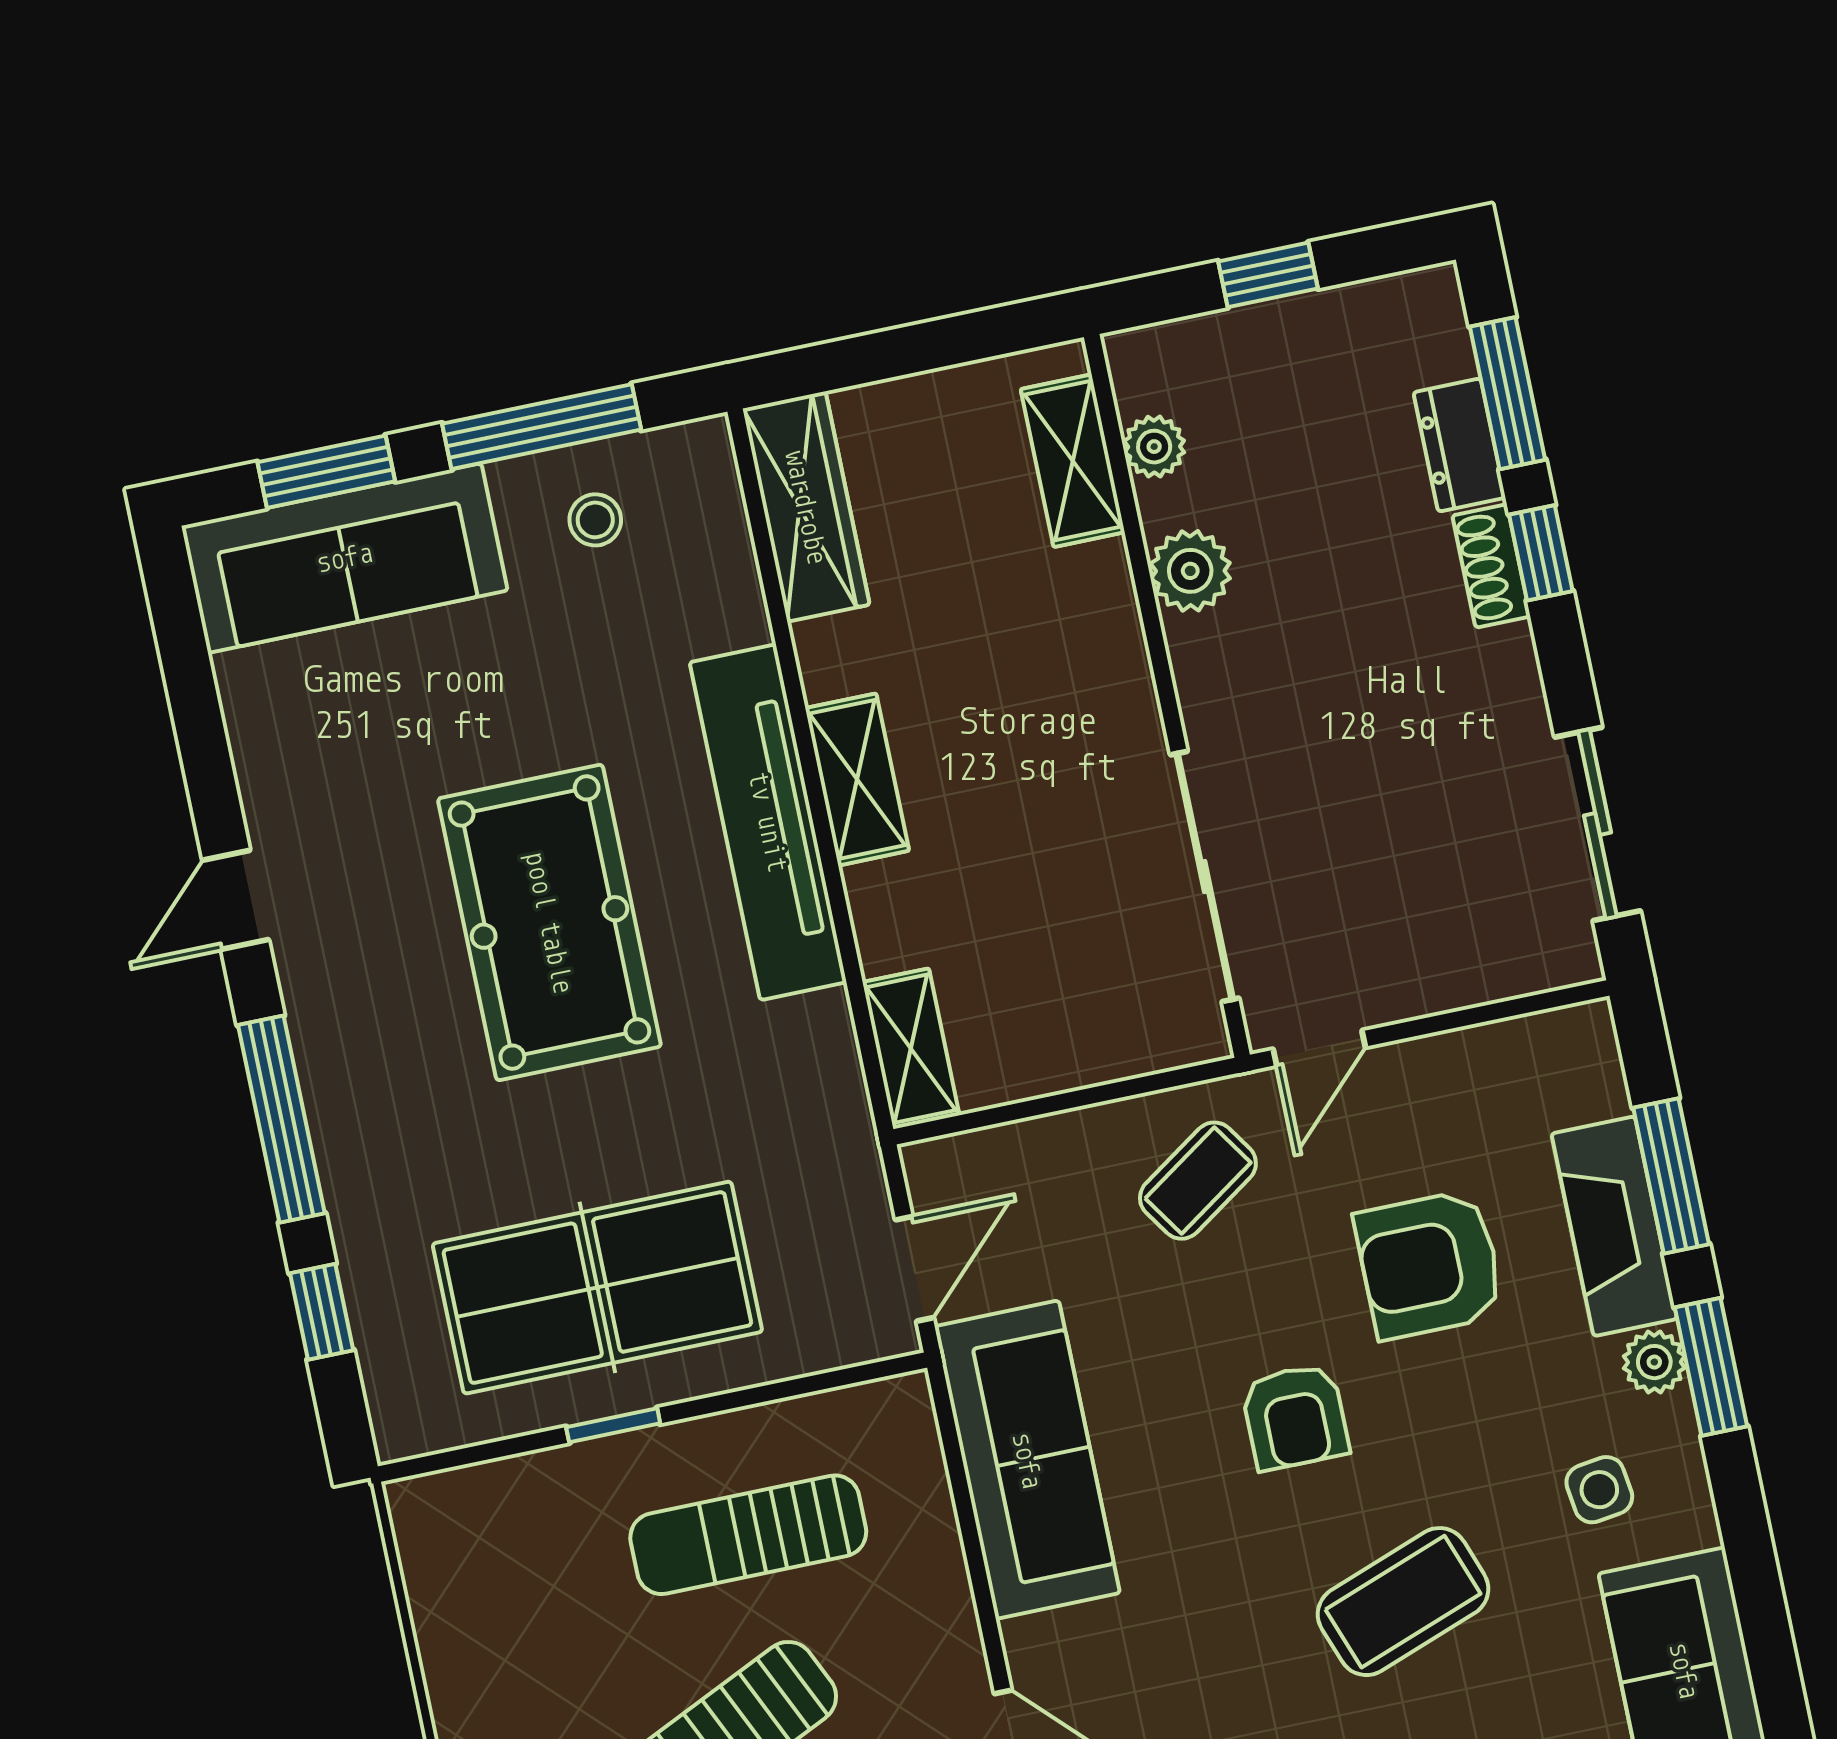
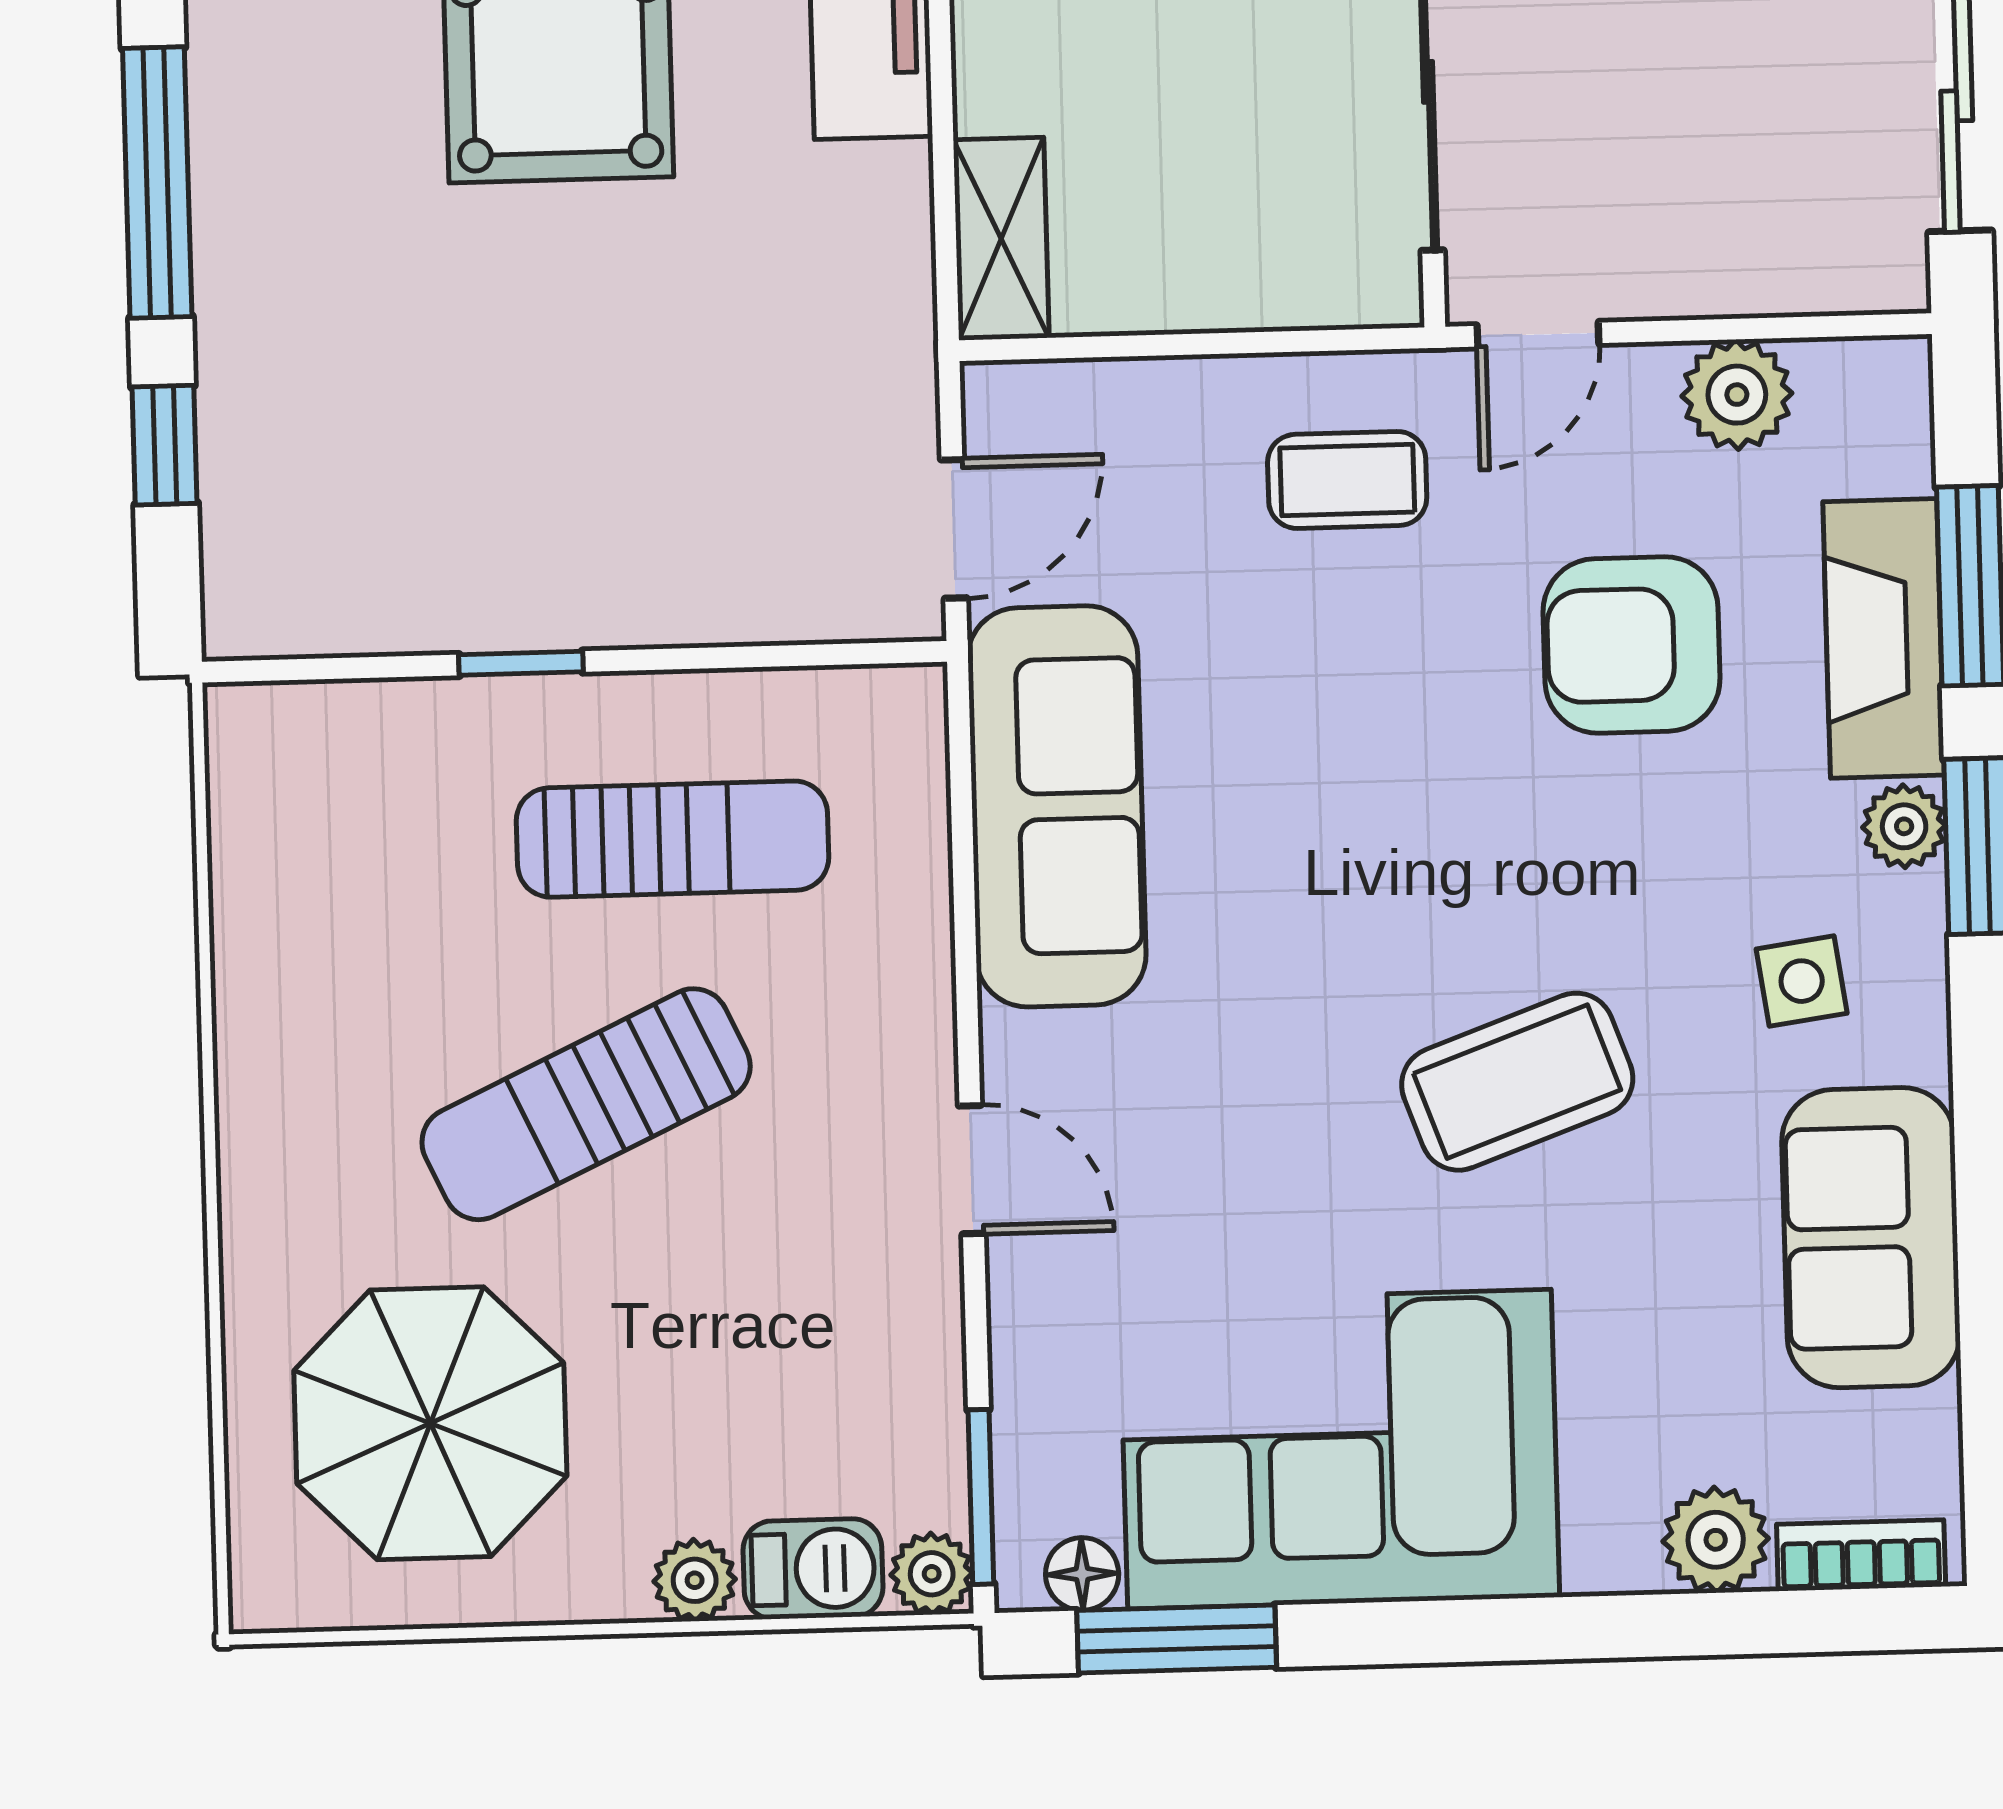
plant: (1474, 1066) -> (1737, 395), added
coffee table: (1198, 1181) -> (1347, 480), turned 34
table tennis table: (597, 1288) -> (533, 479), removed
armchair: (1295, 1417) -> (1419, 813), removed
sun lounger: (748, 1535) -> (673, 839), turned 180

